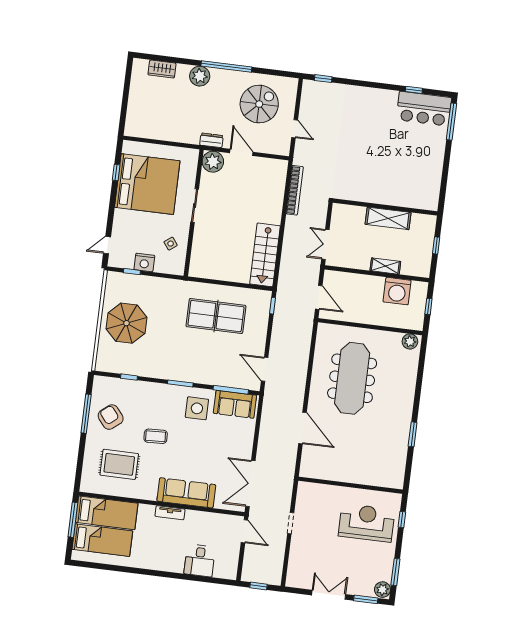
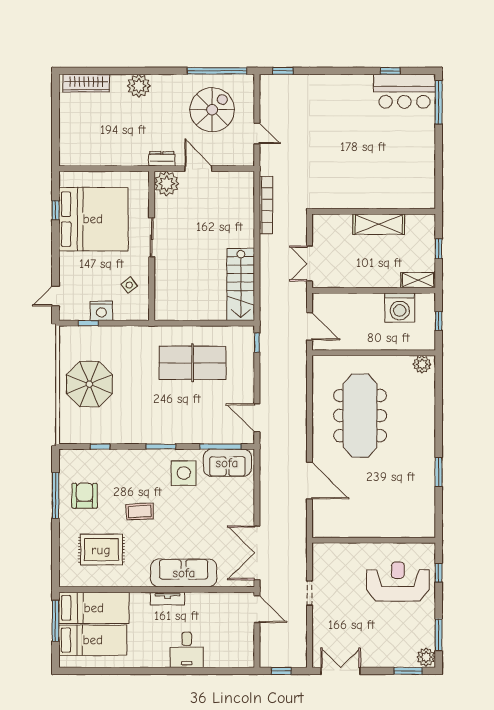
window: (226, 67) -> (217, 71), moved
wardrobe: (162, 69) -> (86, 83), width x1.50
shelving: (385, 266) -> (418, 280), moved
armchair: (111, 417) -> (85, 496), turned 39
desk: (200, 561) -> (187, 650), moved
double door: (329, 595) -> (341, 671), moved

